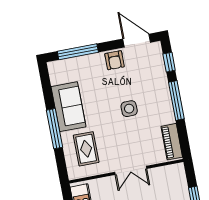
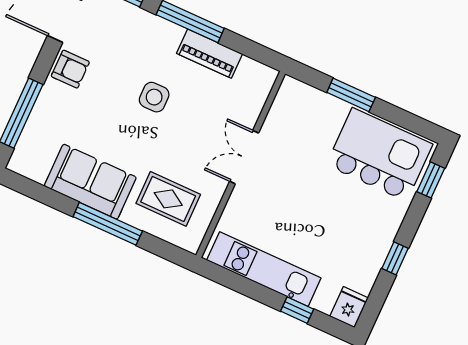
piano: (172, 142) -> (210, 54), moved
double door: (131, 170) -> (244, 157), swing flipped

